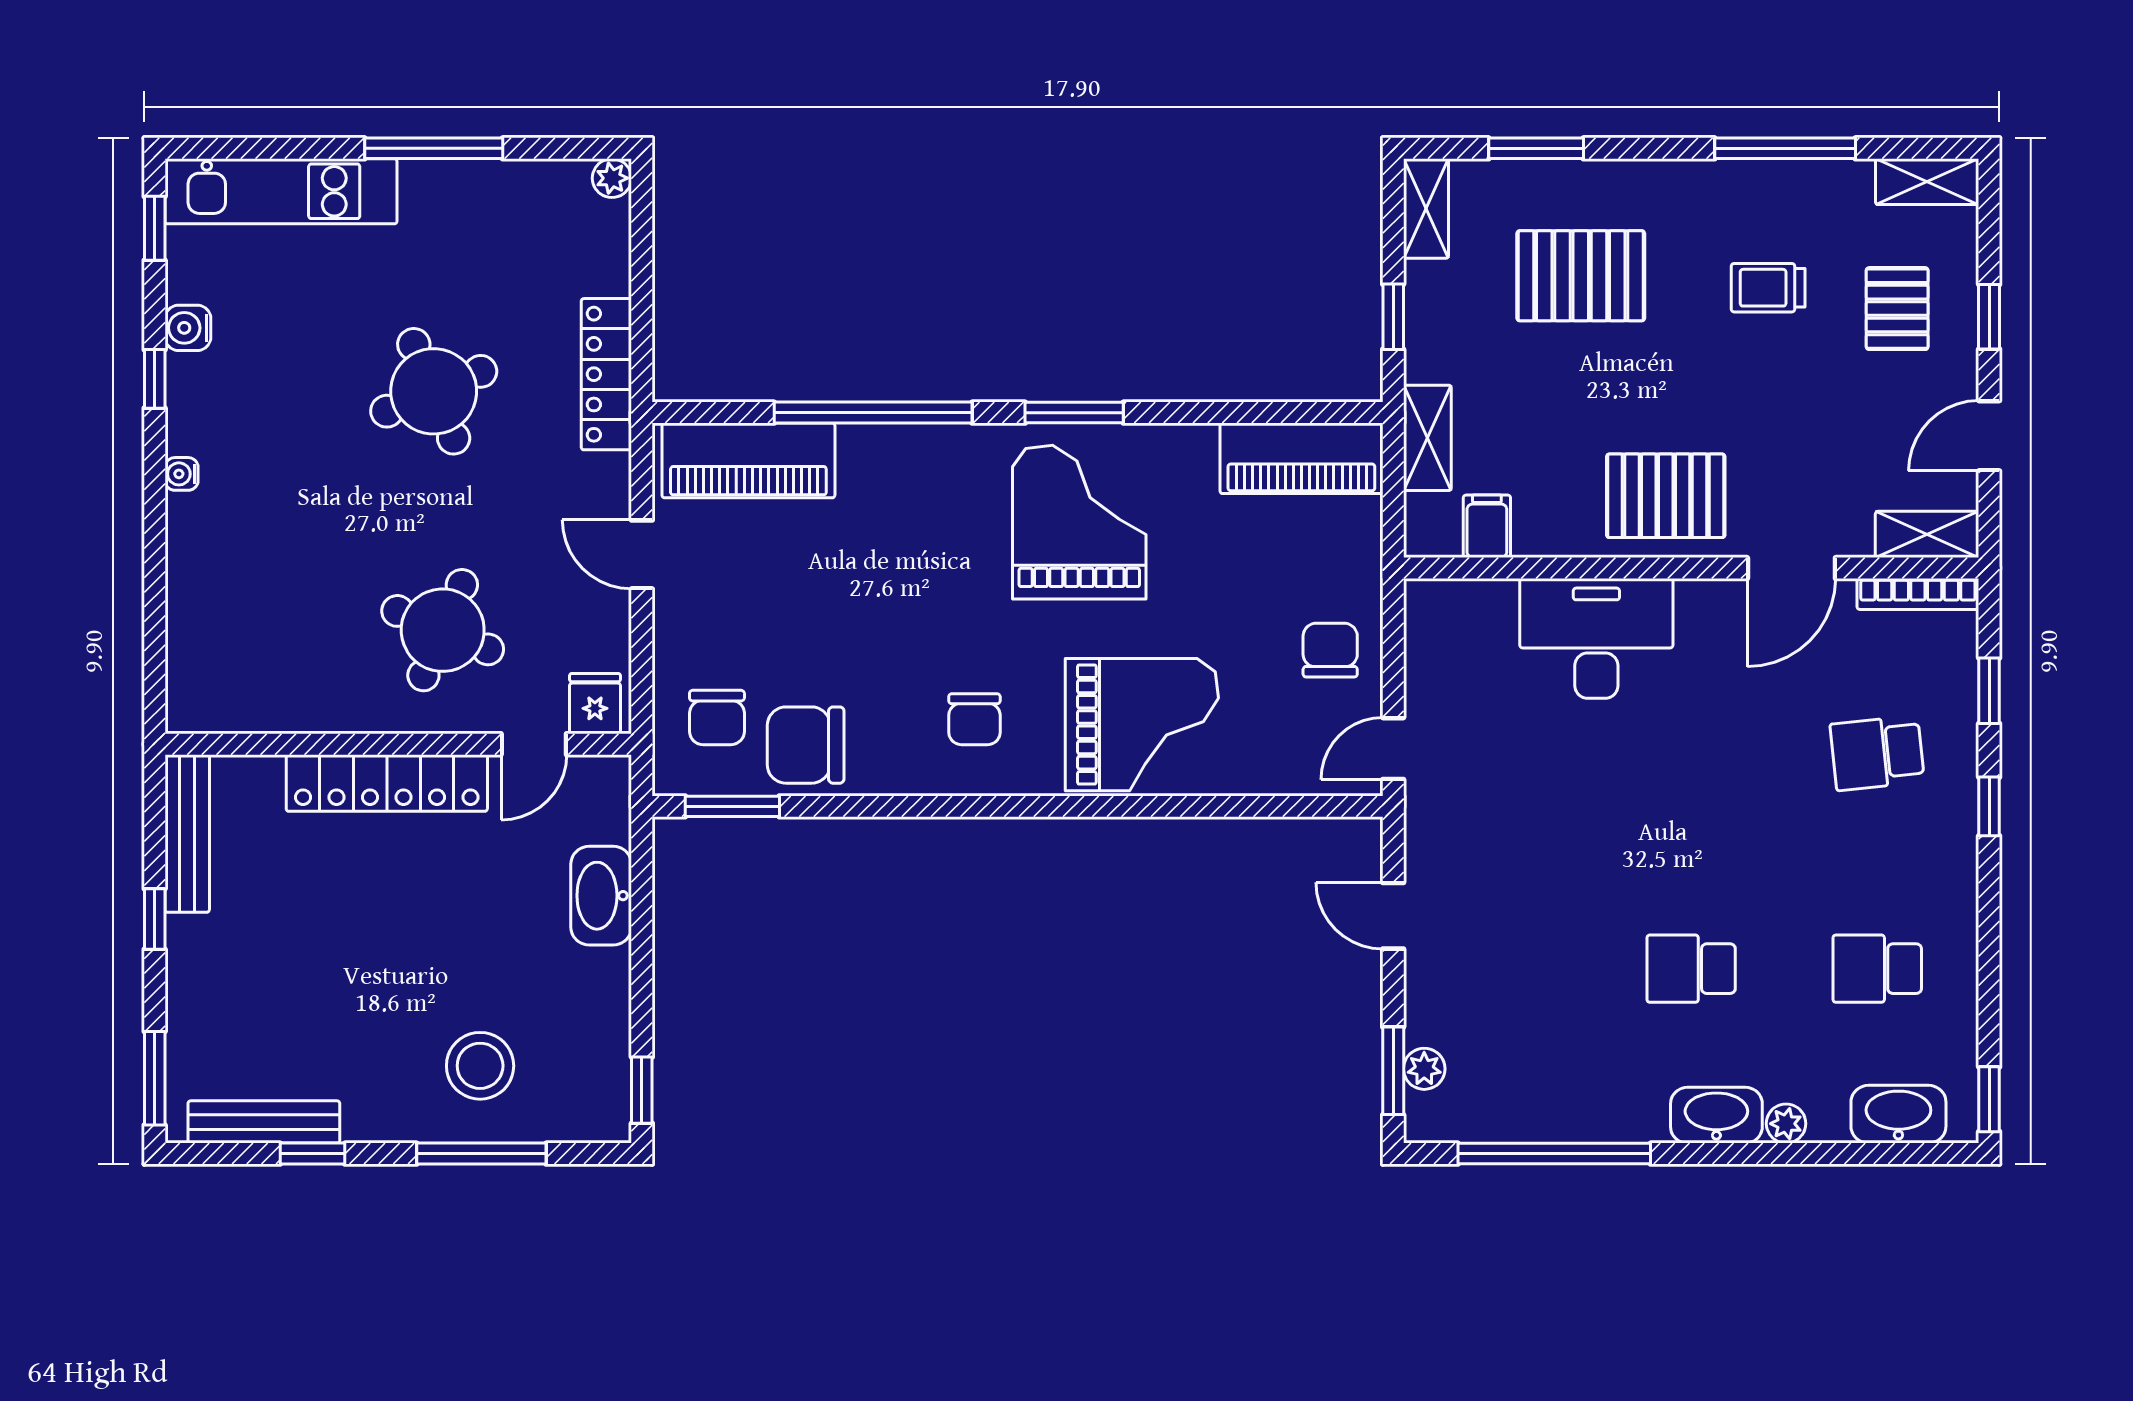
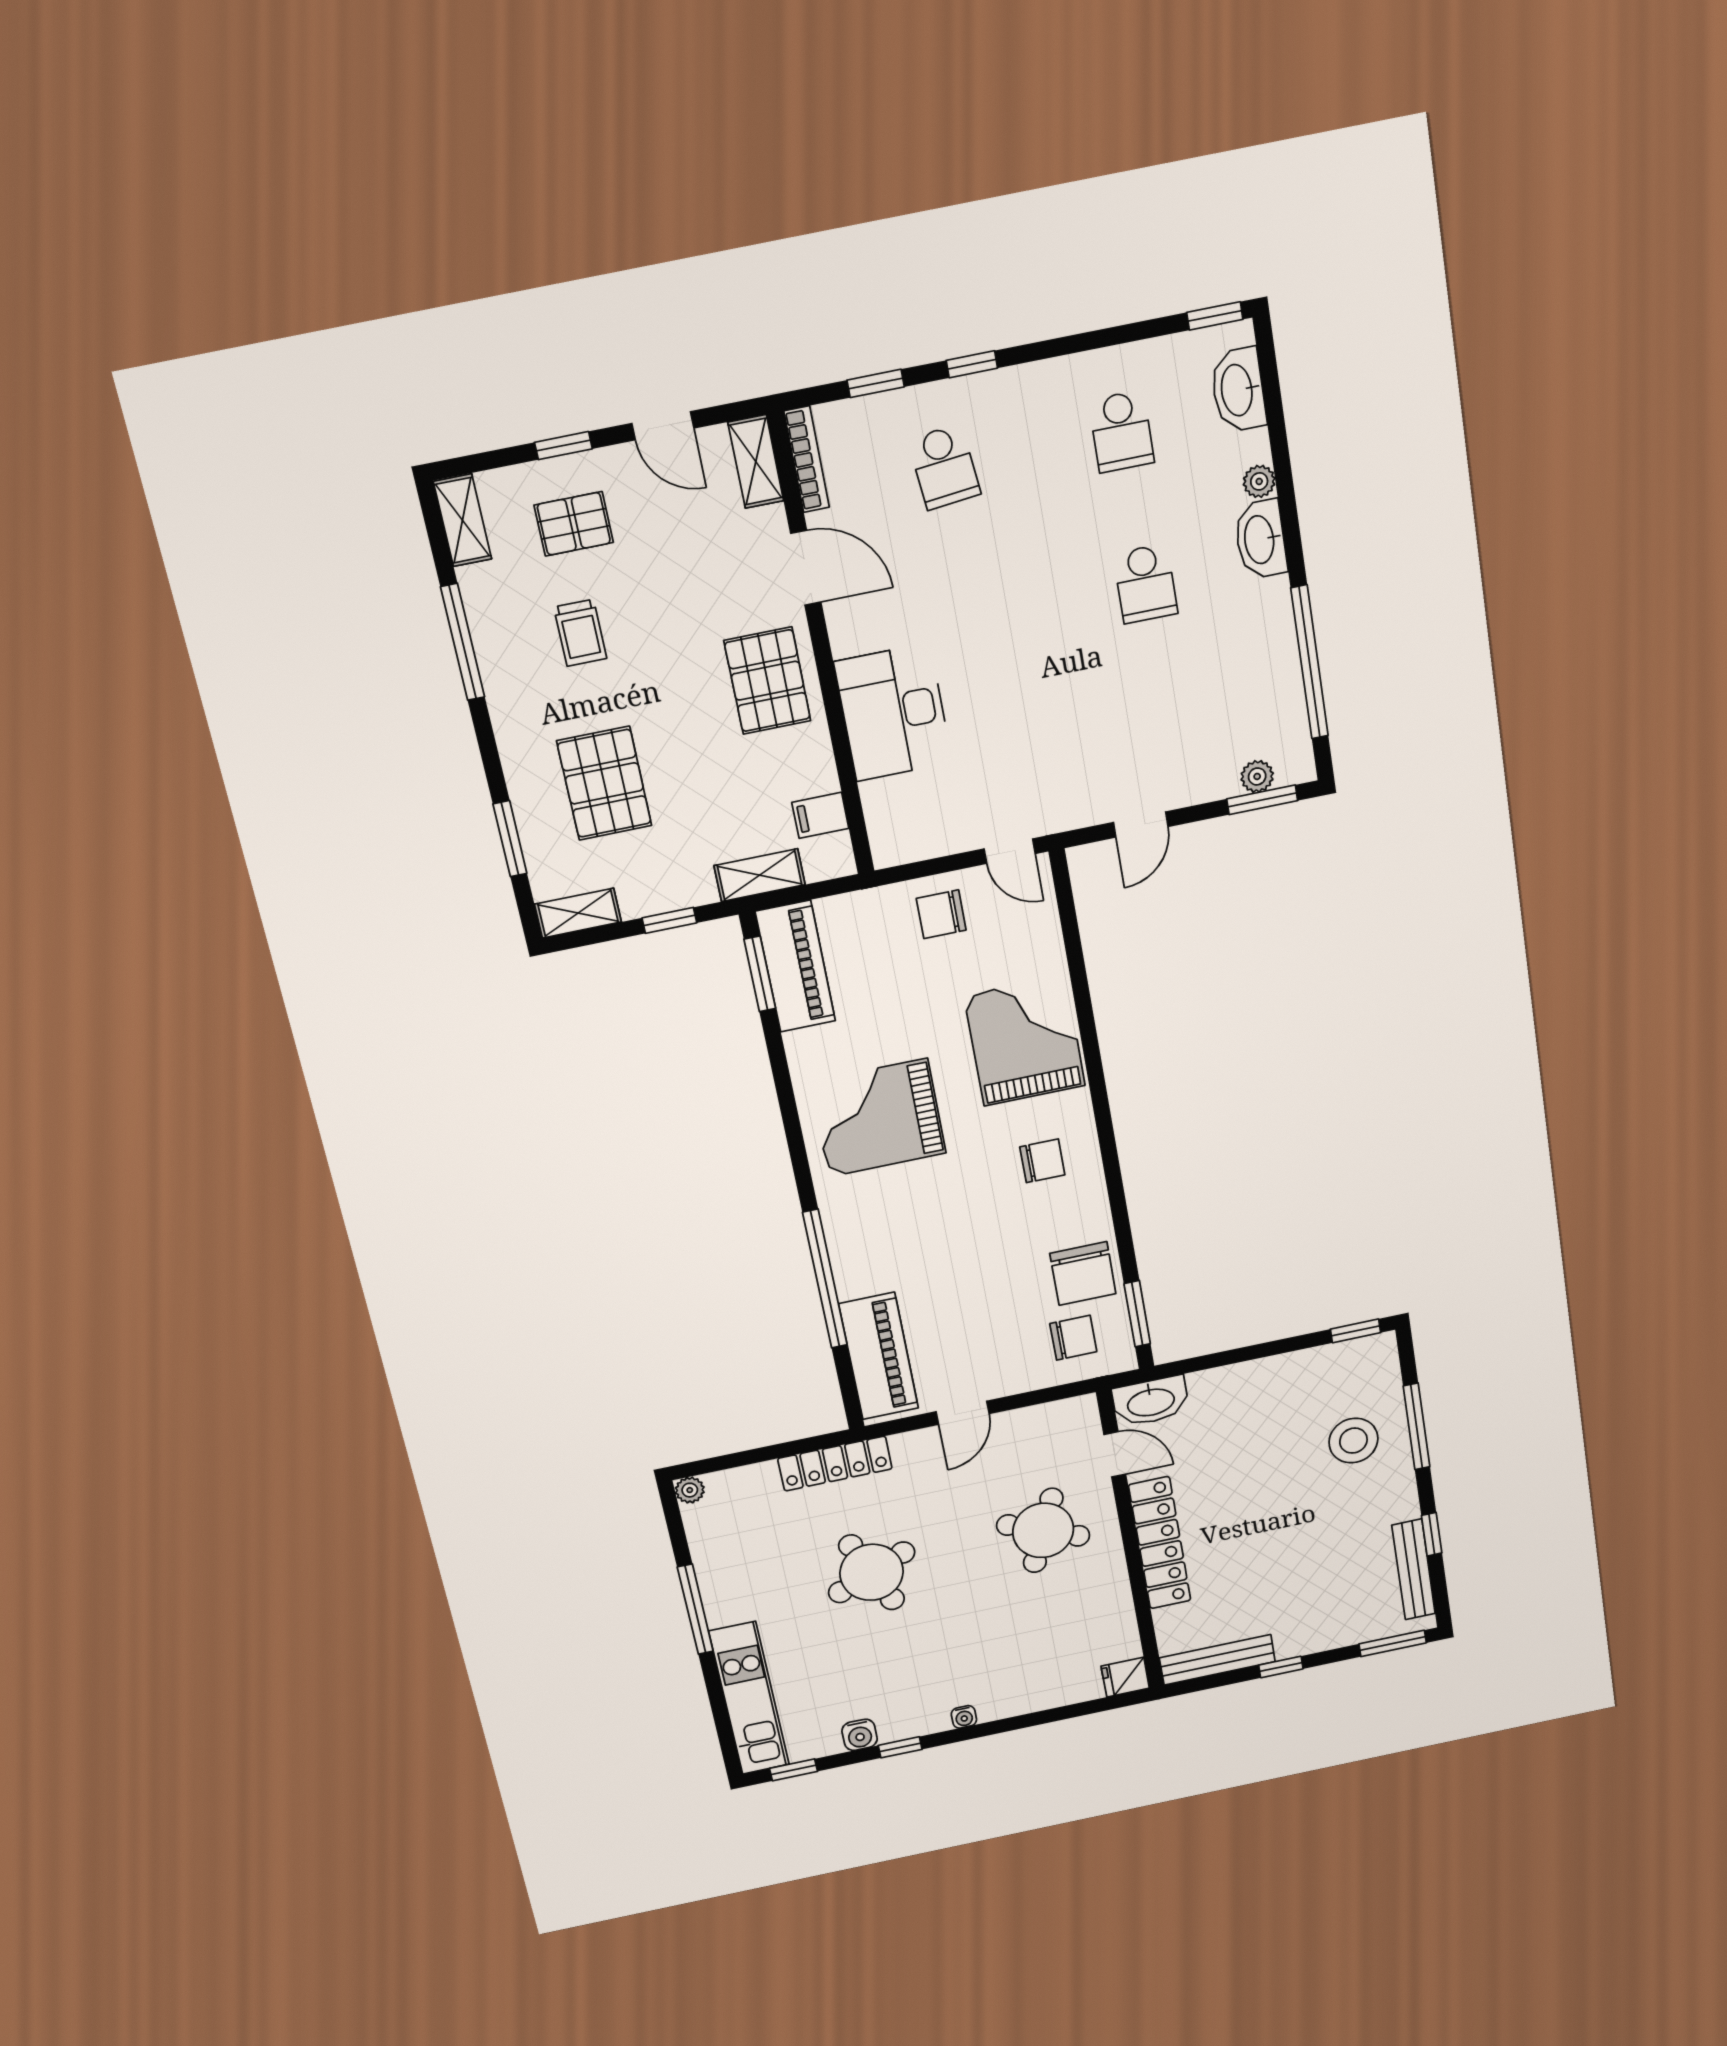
window: (1074, 413) -> (760, 974), moved
fridge: (595, 704) -> (1125, 1677), moved
washbasin: (601, 896) -> (1151, 1401), moved

